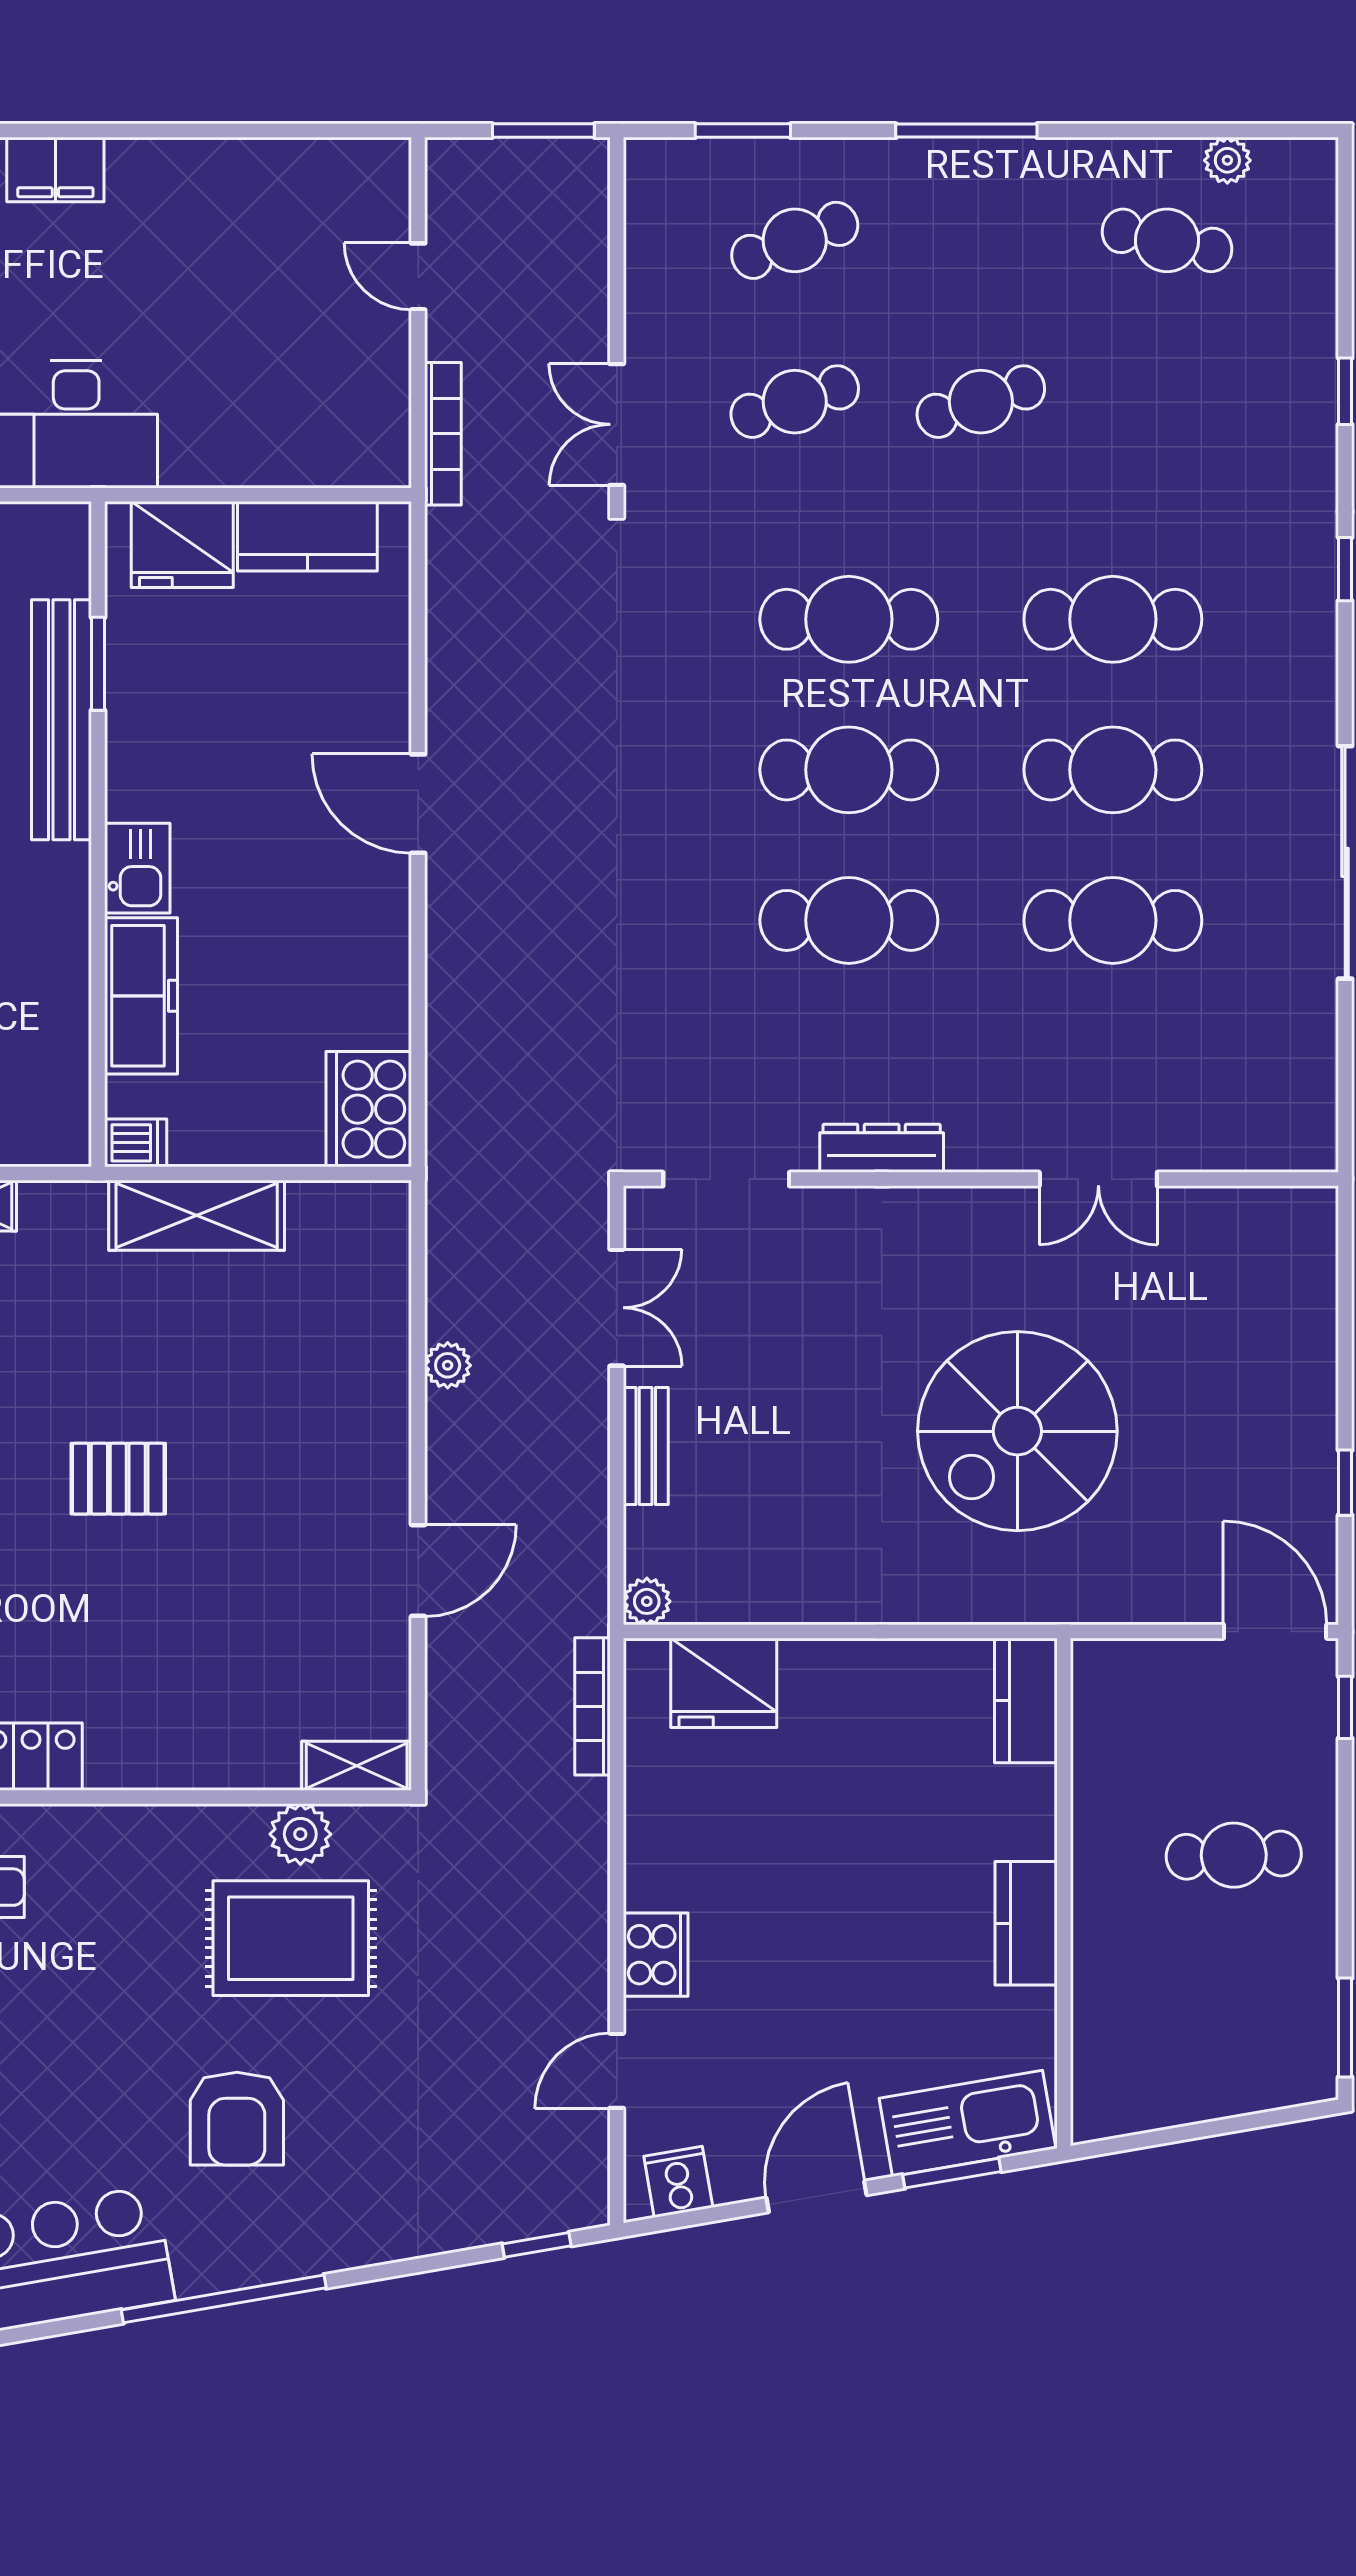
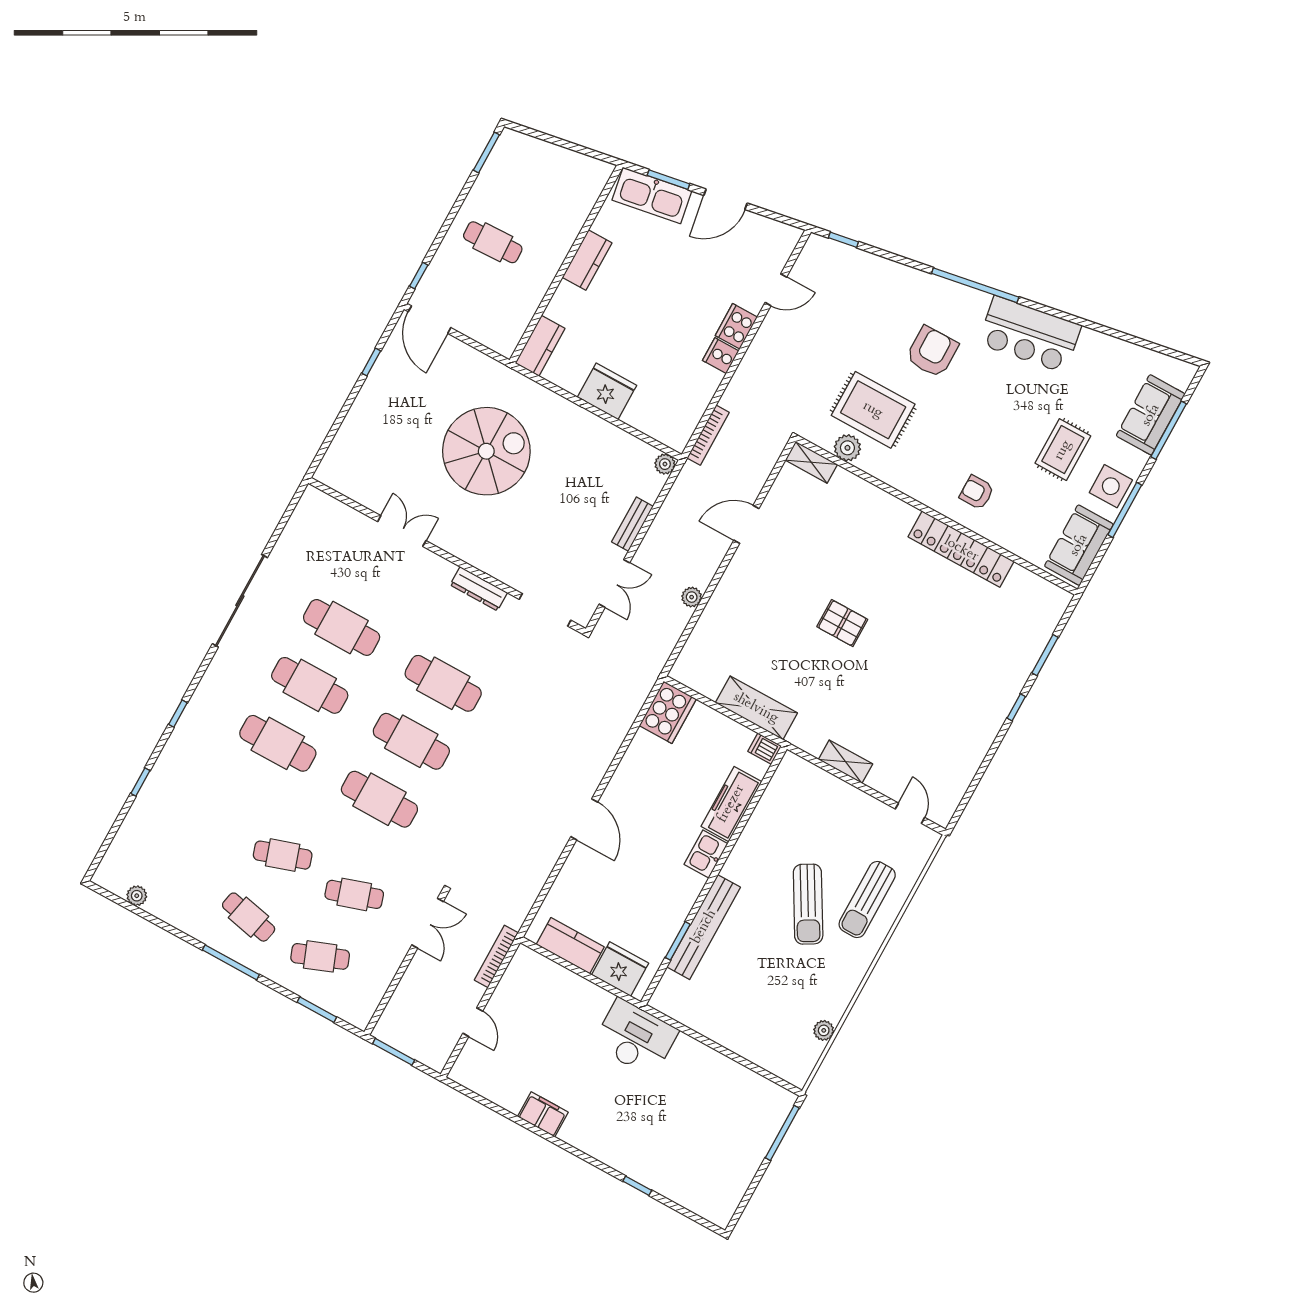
filing cabinet: (55, 170) -> (543, 1114), moved
cafe table: (1167, 240) -> (249, 917), moved
double door: (617, 1308) -> (614, 583), swing flipped
fridge: (724, 1683) -> (607, 391), moved
cooker: (678, 2182) -> (721, 356), moved, turned 100

